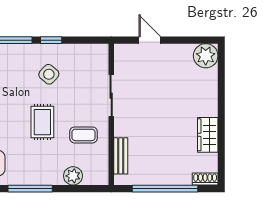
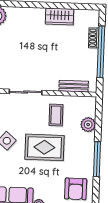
rug: (42, 122) -> (44, 147), width x1.36, depth x1.43
shoe rack: (205, 179) -> (94, 38), moved

